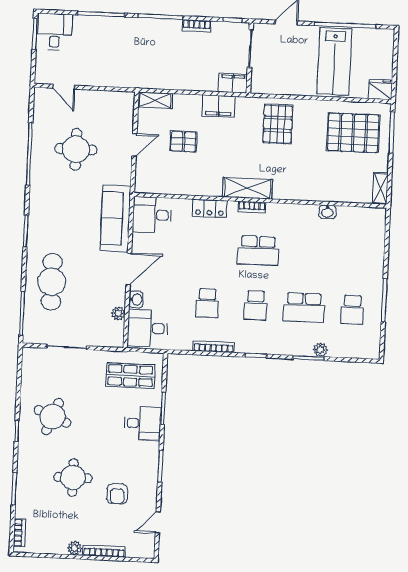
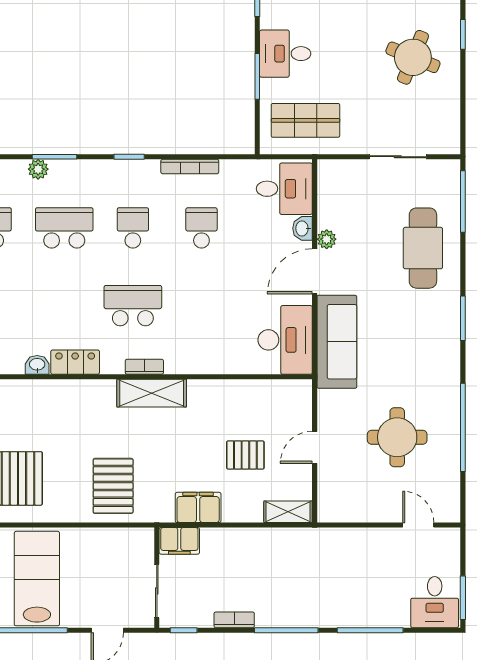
locker: (210, 208) -> (75, 362), moved
desk: (152, 215) -> (285, 340), width x1.37
plant: (118, 313) -> (327, 239), moved

